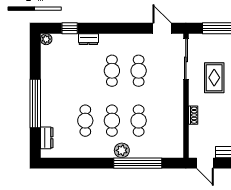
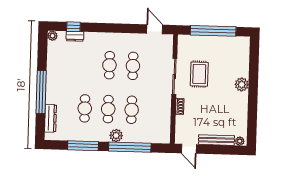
dresser: (88, 39) -> (75, 36), moved
sliding door: (186, 59) -> (174, 77), moved
dresser: (47, 138) -> (51, 118), width x1.44
window: (85, 163) -> (83, 146), added

